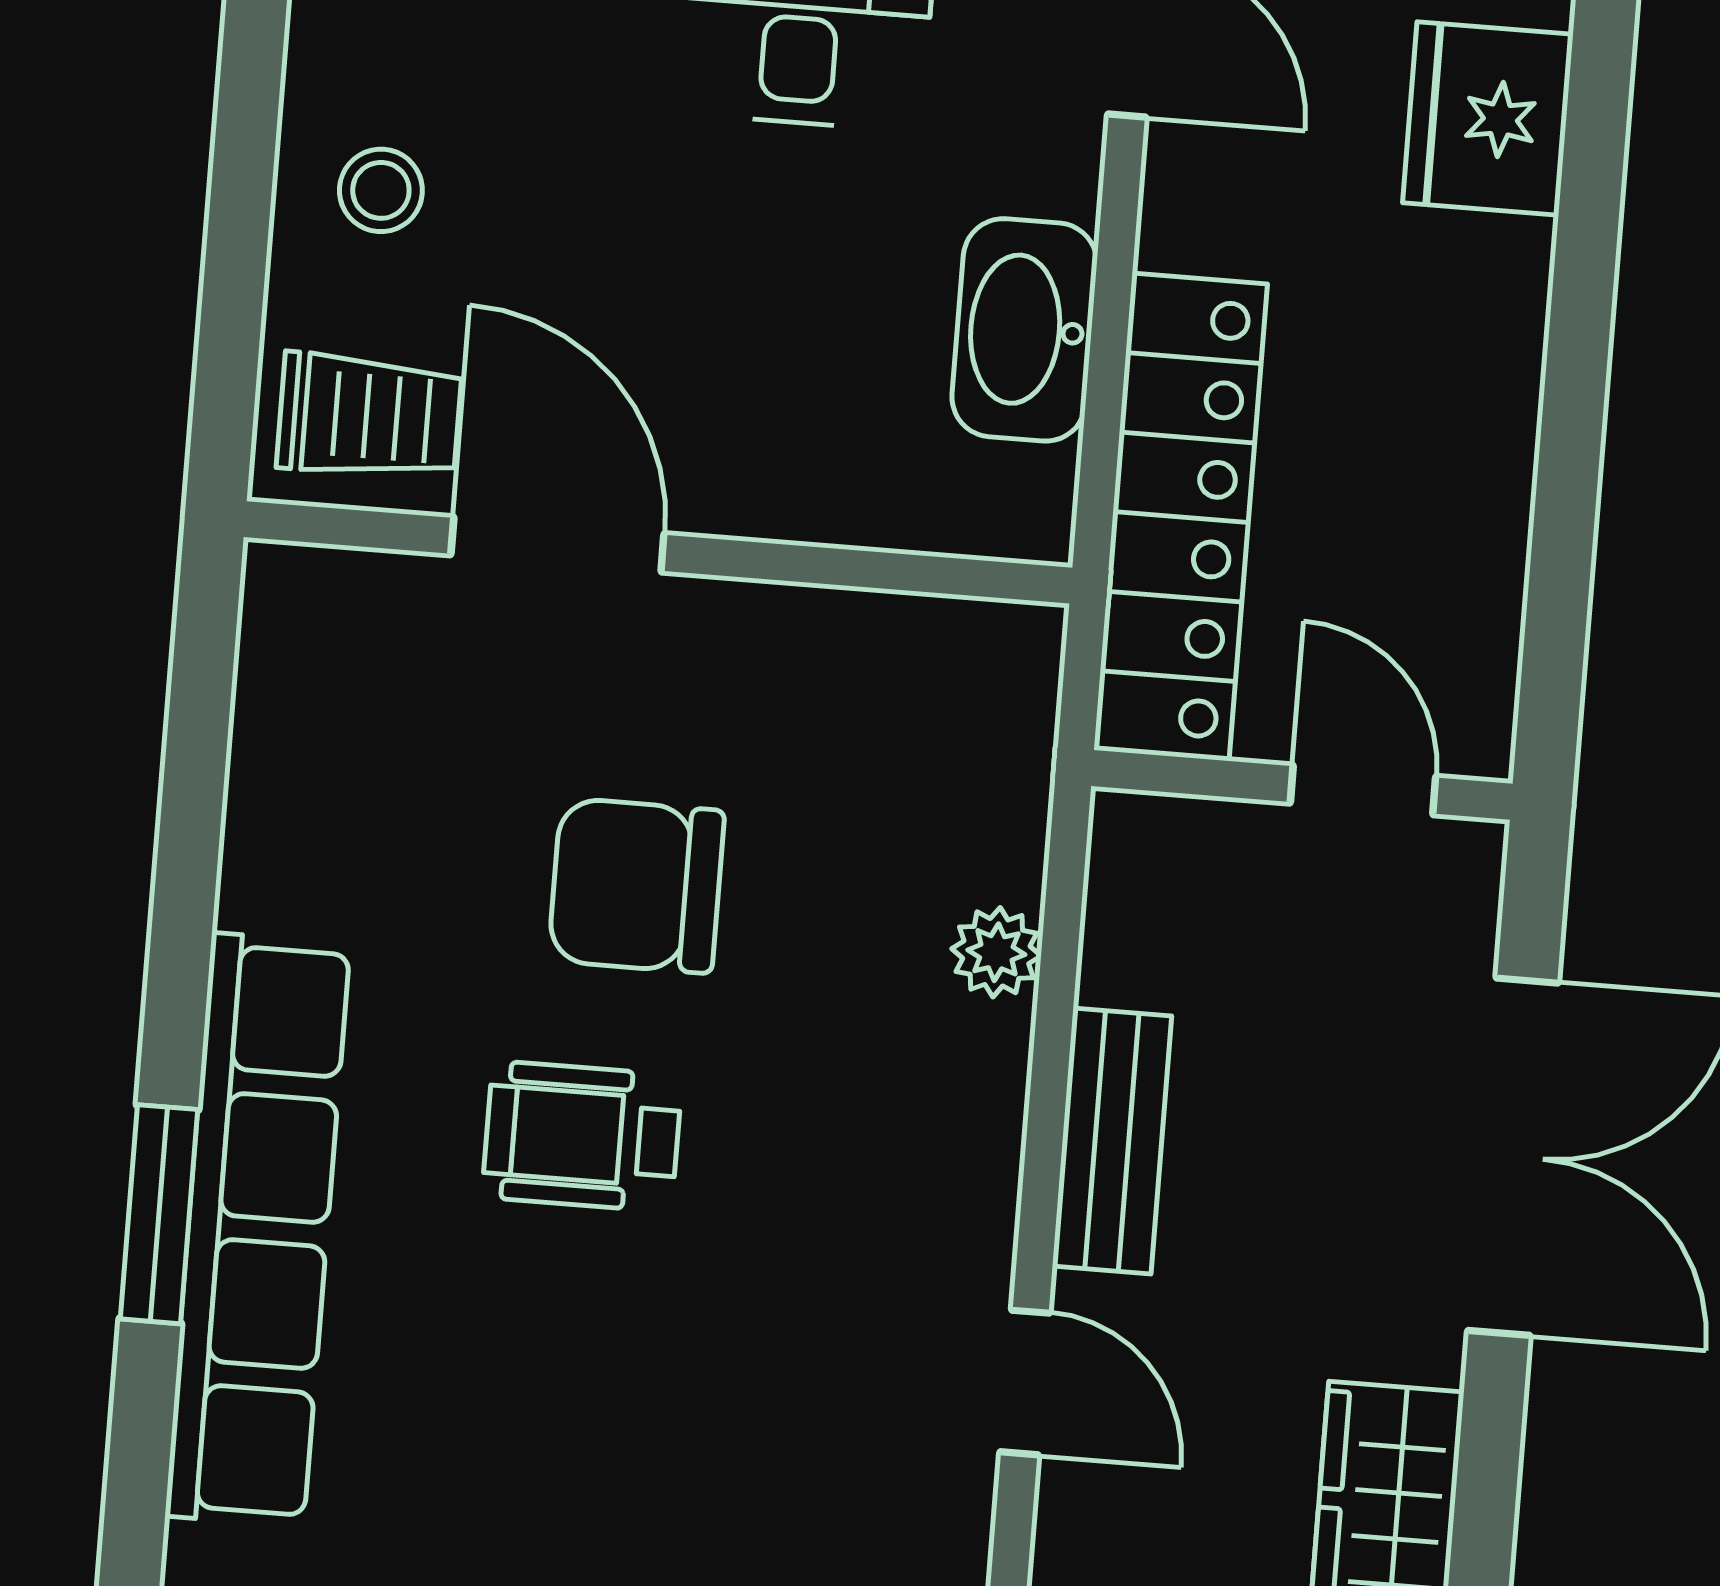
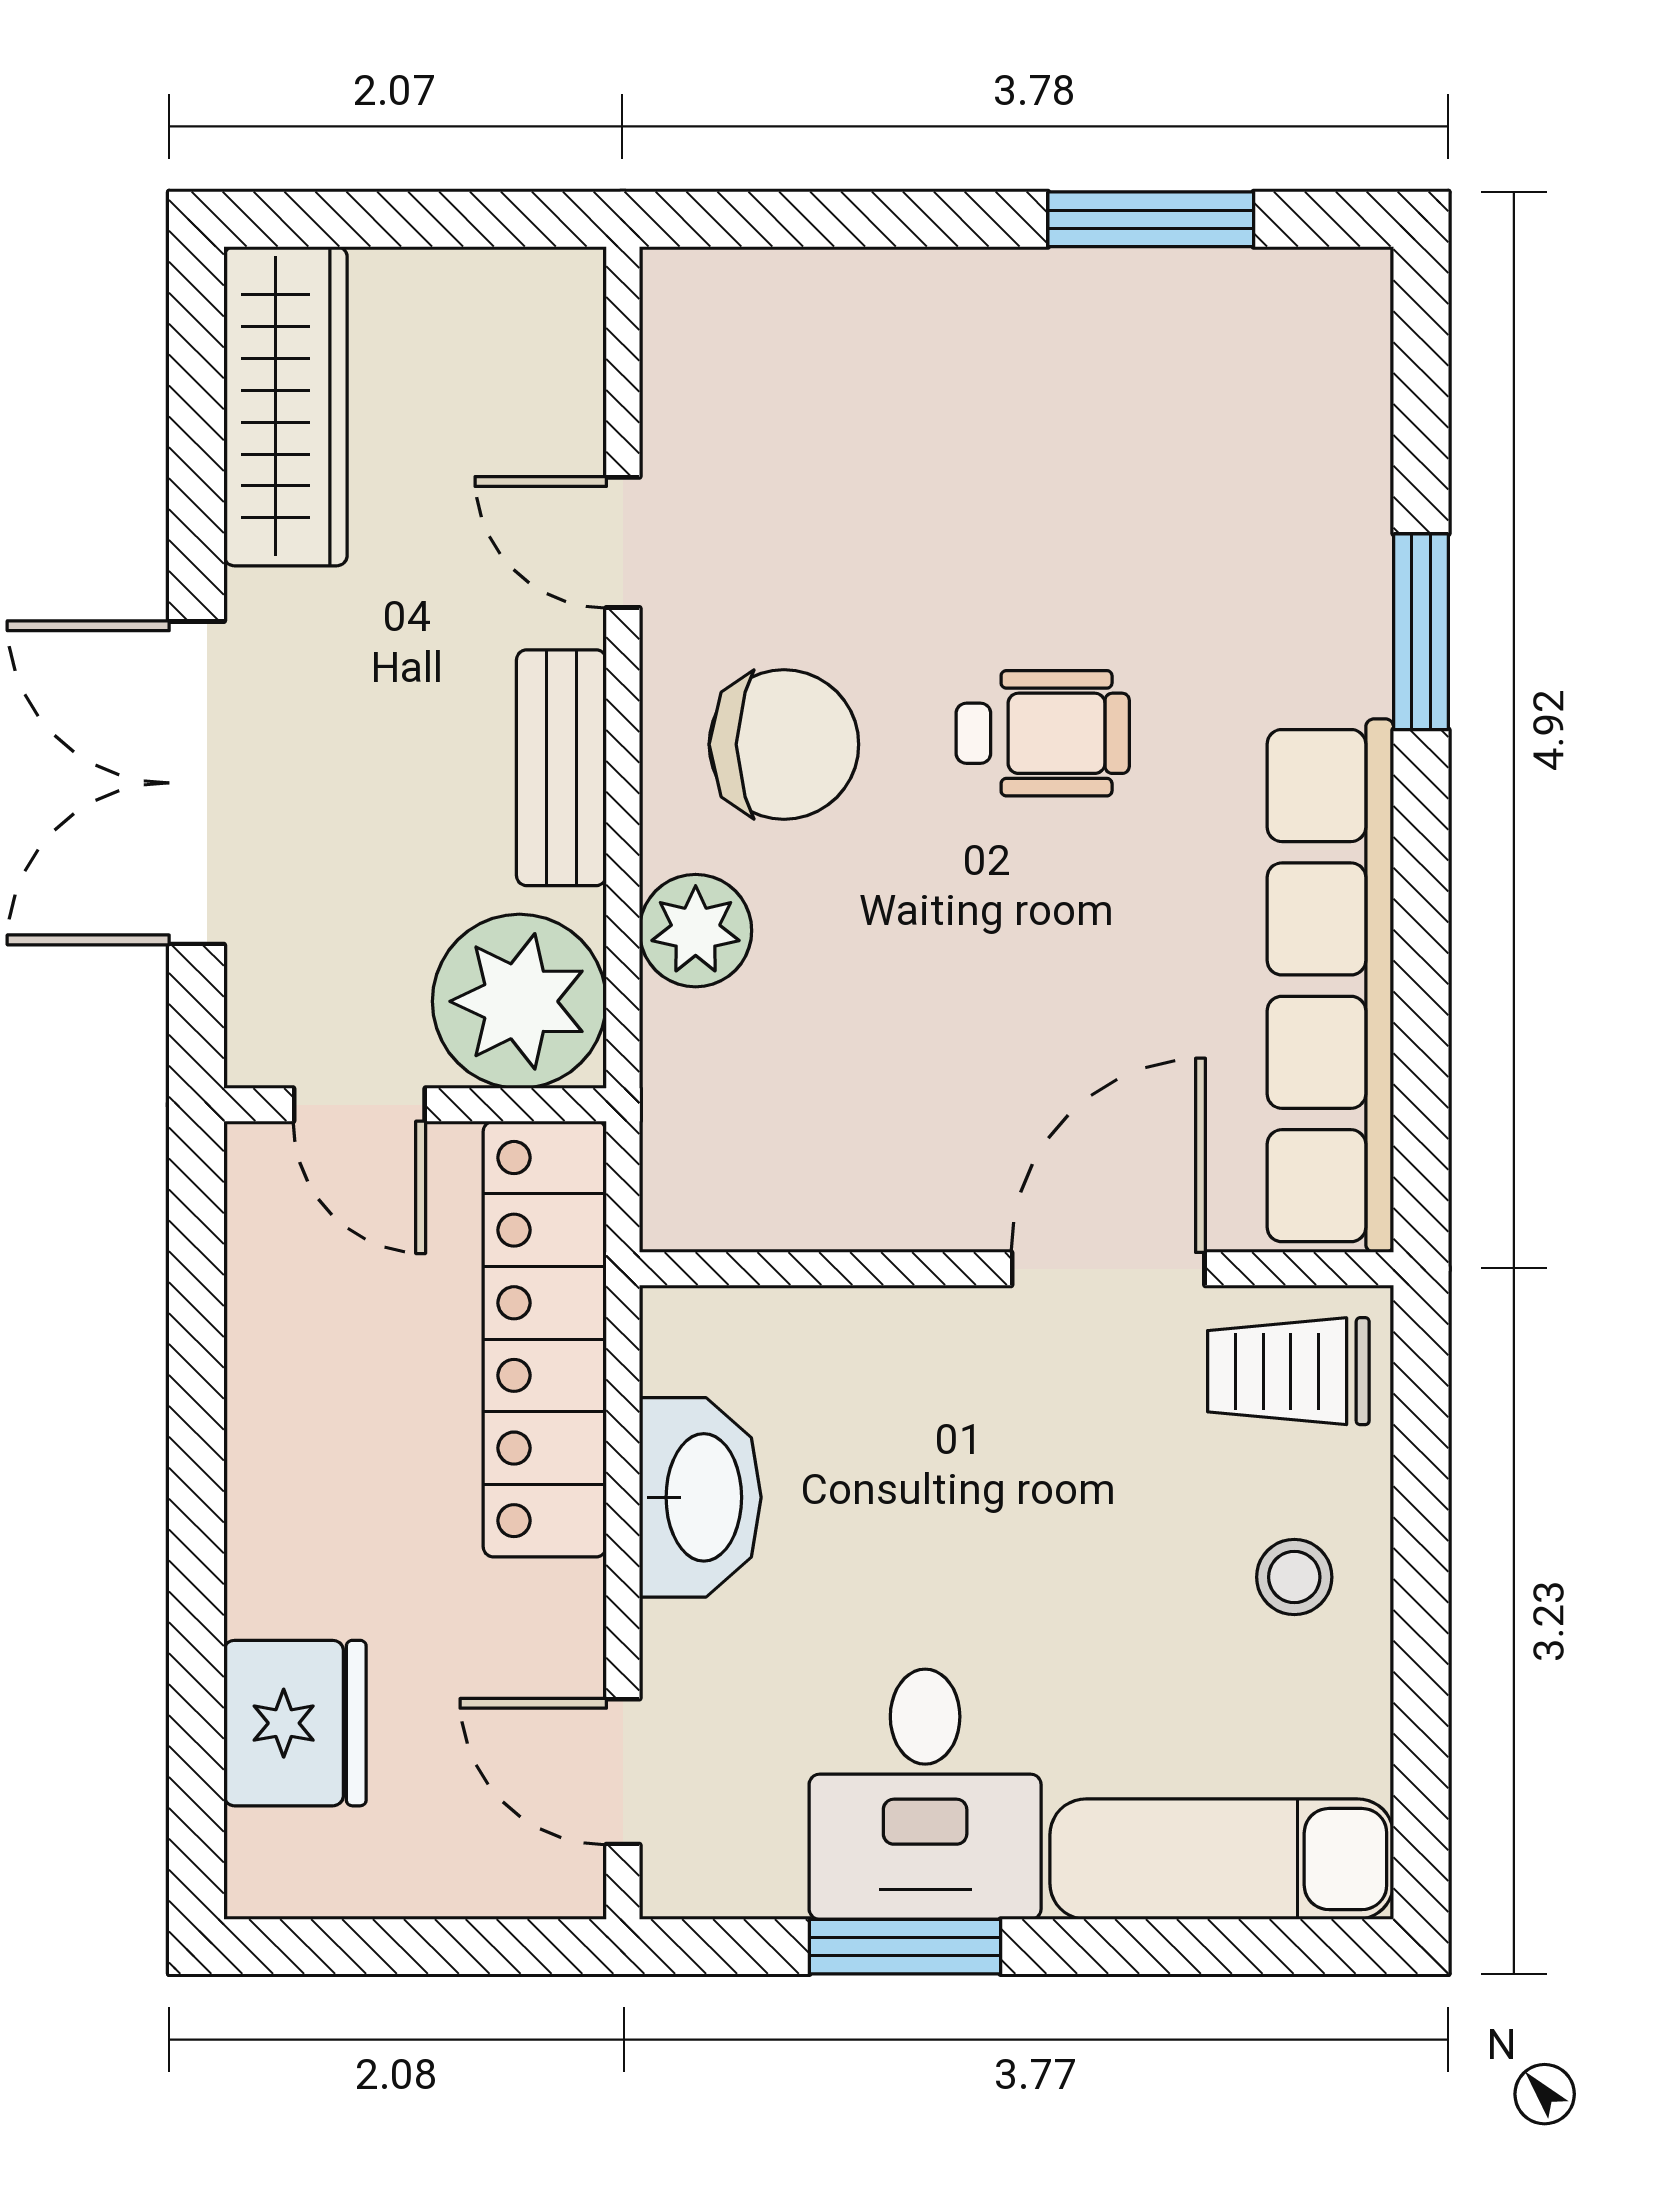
door: (557, 544) -> (1108, 1269), swing flipped
chair: (636, 886) -> (784, 744), moved
plant: (1179, 889) -> (519, 1001), added
plant: (996, 952) -> (696, 931), width x1.38, depth x1.38
row of seats: (258, 1230) -> (1330, 986), moved

